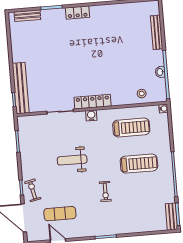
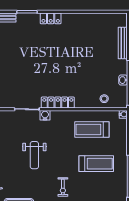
water cooler: (91, 116) -> (45, 115), moved
treadmill: (131, 127) -> (92, 129), turned 180
weight bench: (72, 160) -> (34, 155), turned -90

